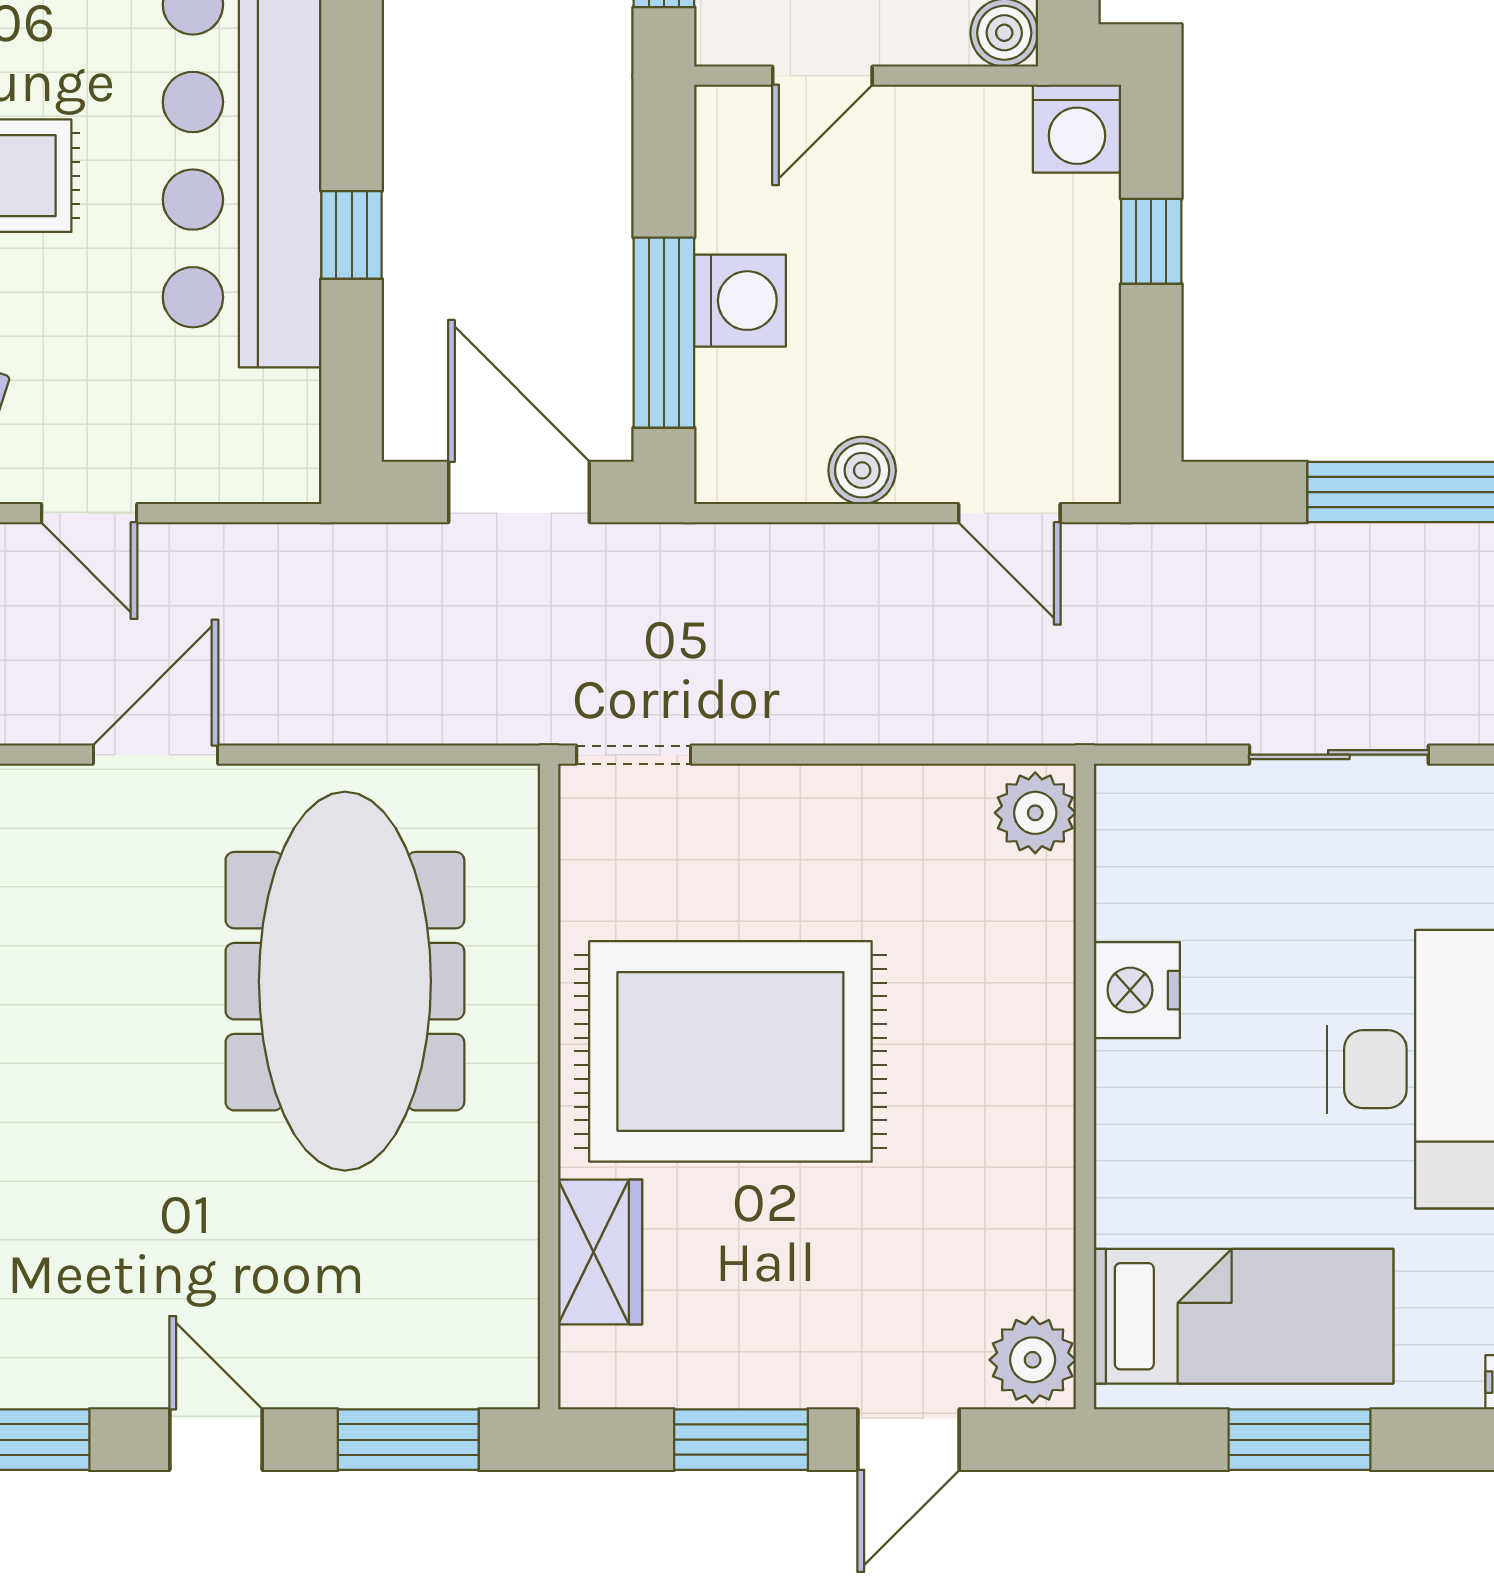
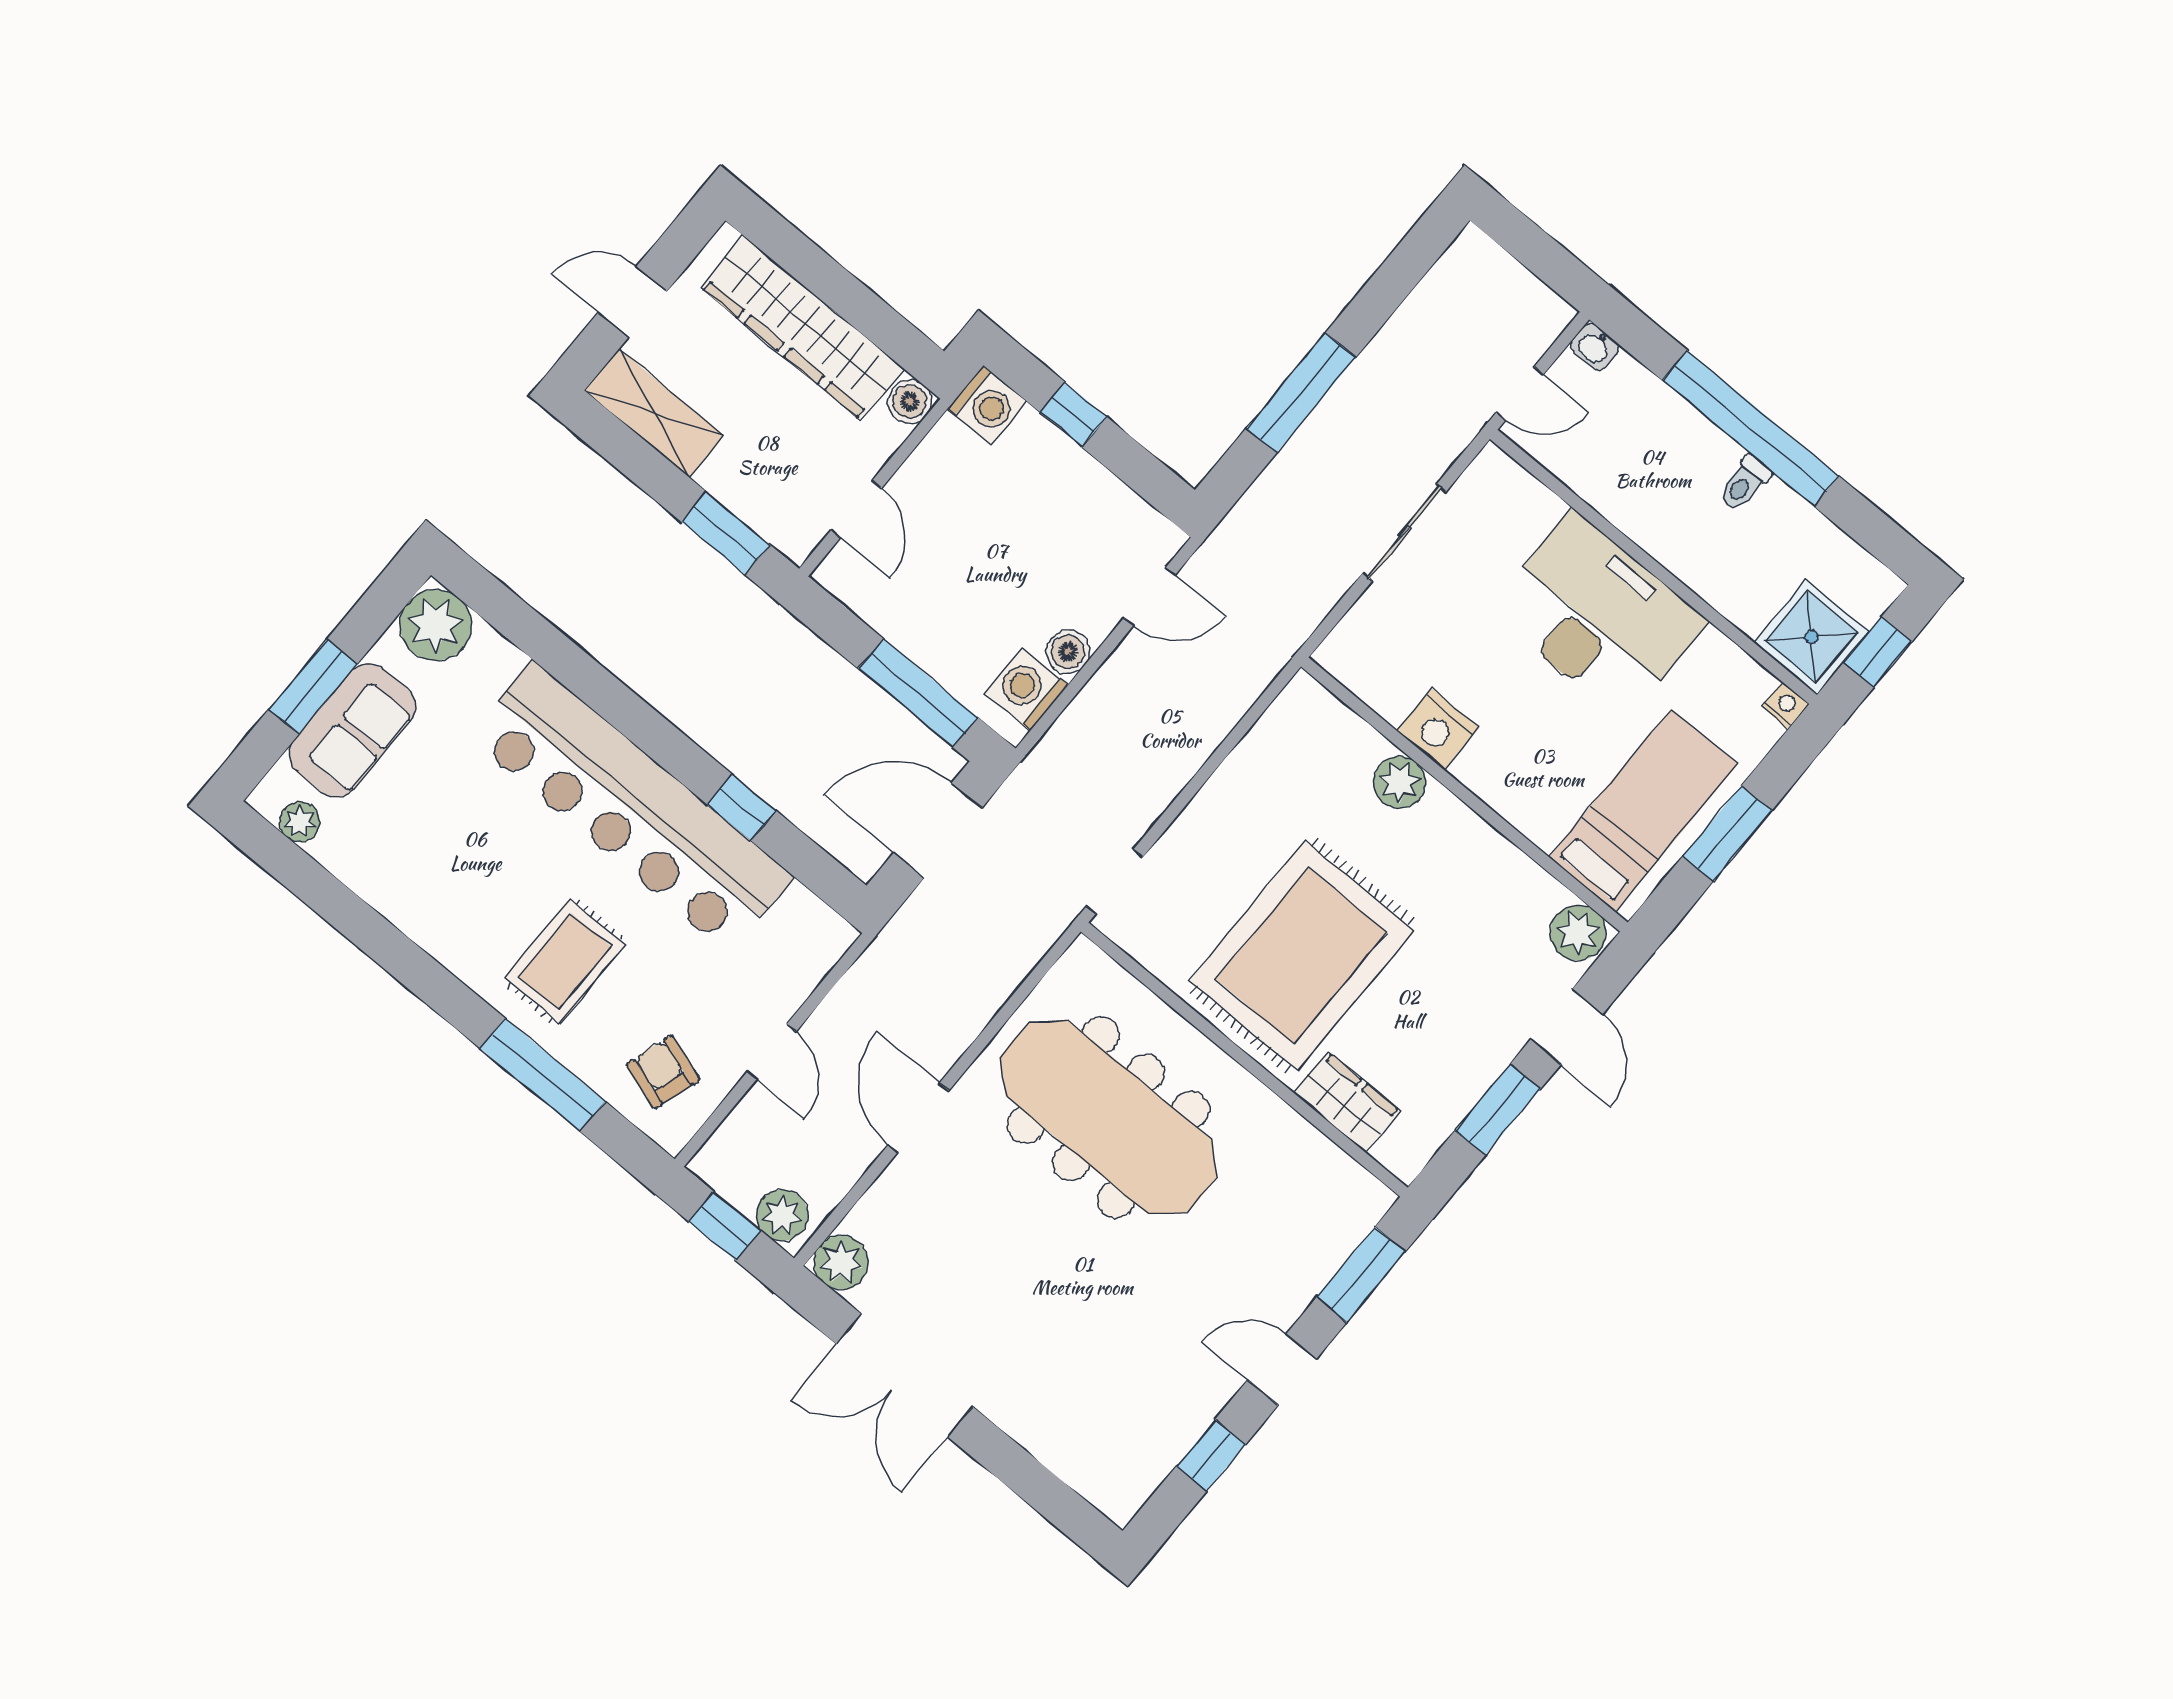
washing machine: (740, 301) -> (1027, 689), moved, turned -90
door: (89, 513) -> (772, 1052), hinge flipped
plant: (1035, 813) -> (1400, 782), moved

